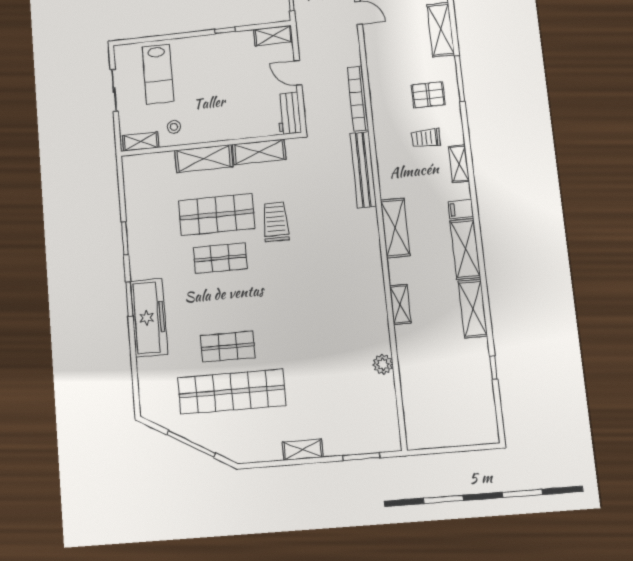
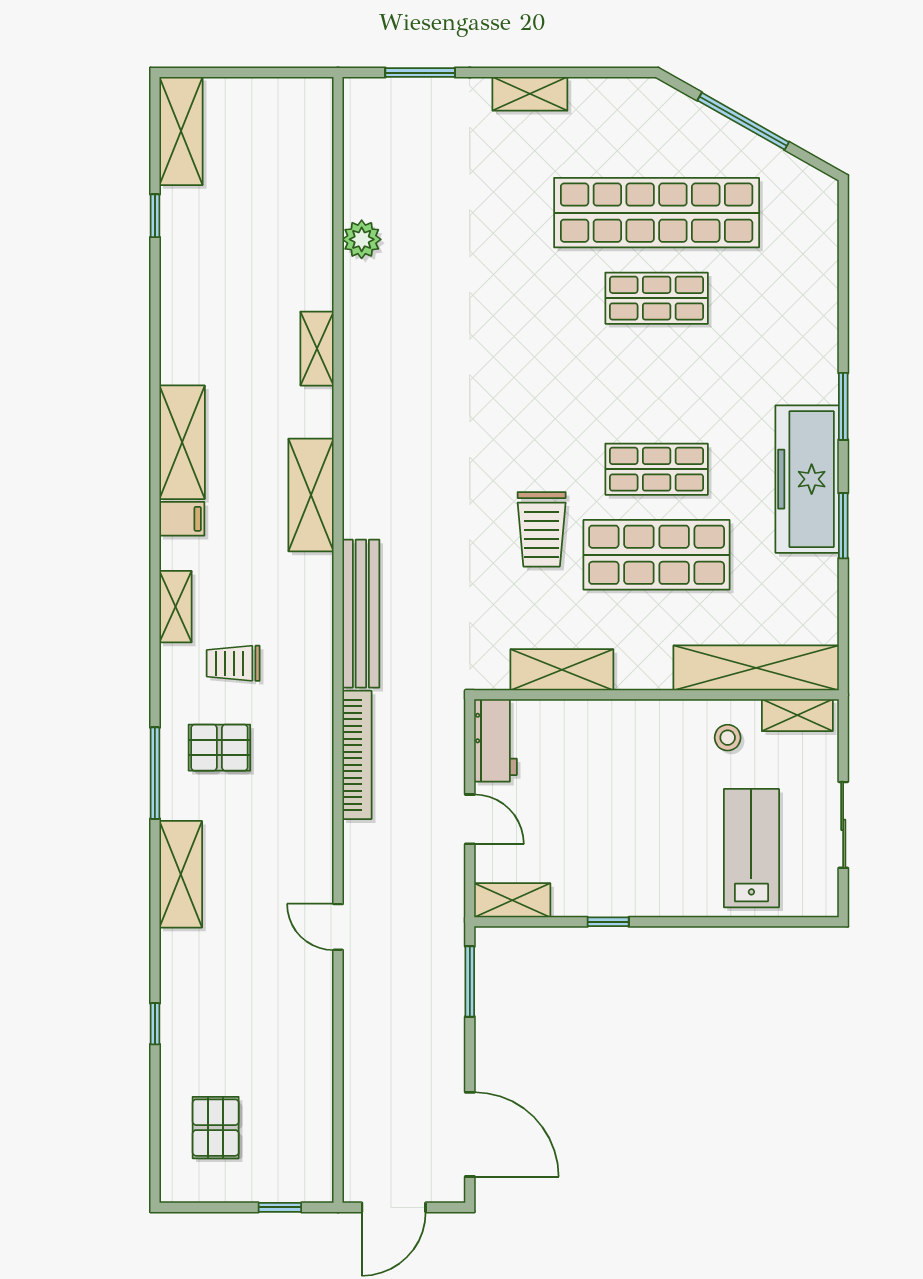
trolley: (426, 138) -> (233, 663), turned 180
shelving: (204, 159) -> (756, 668), moved, width x1.47
shelving: (473, 309) -> (181, 131), moved
freezer: (149, 318) -> (807, 479), moved

